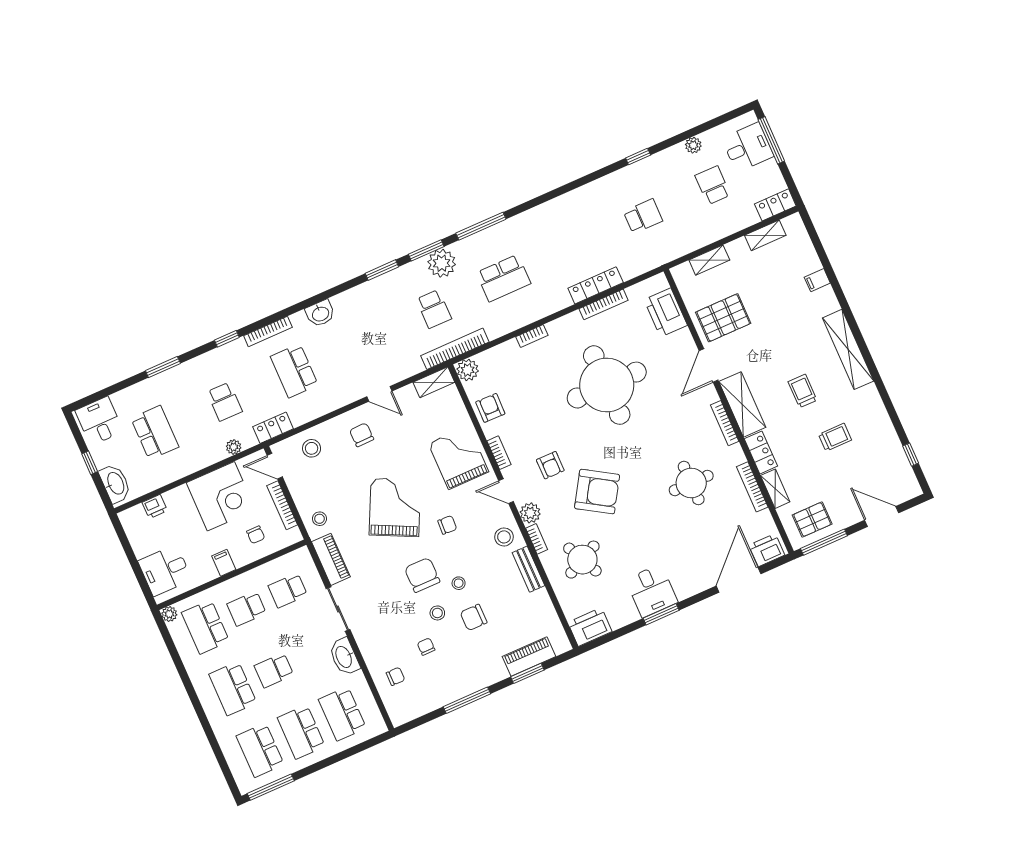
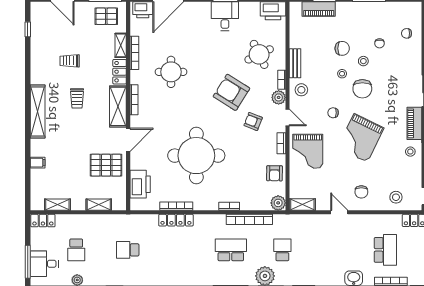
bookcase: (455, 349) -> (249, 219), moved
armchair: (550, 465) -> (253, 121), turned -69

